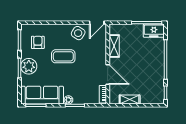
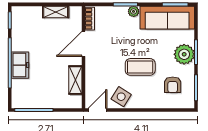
freezer: (154, 31) -> (20, 65), moved, turned 90
door: (108, 74) -> (83, 44), hinge flipped

